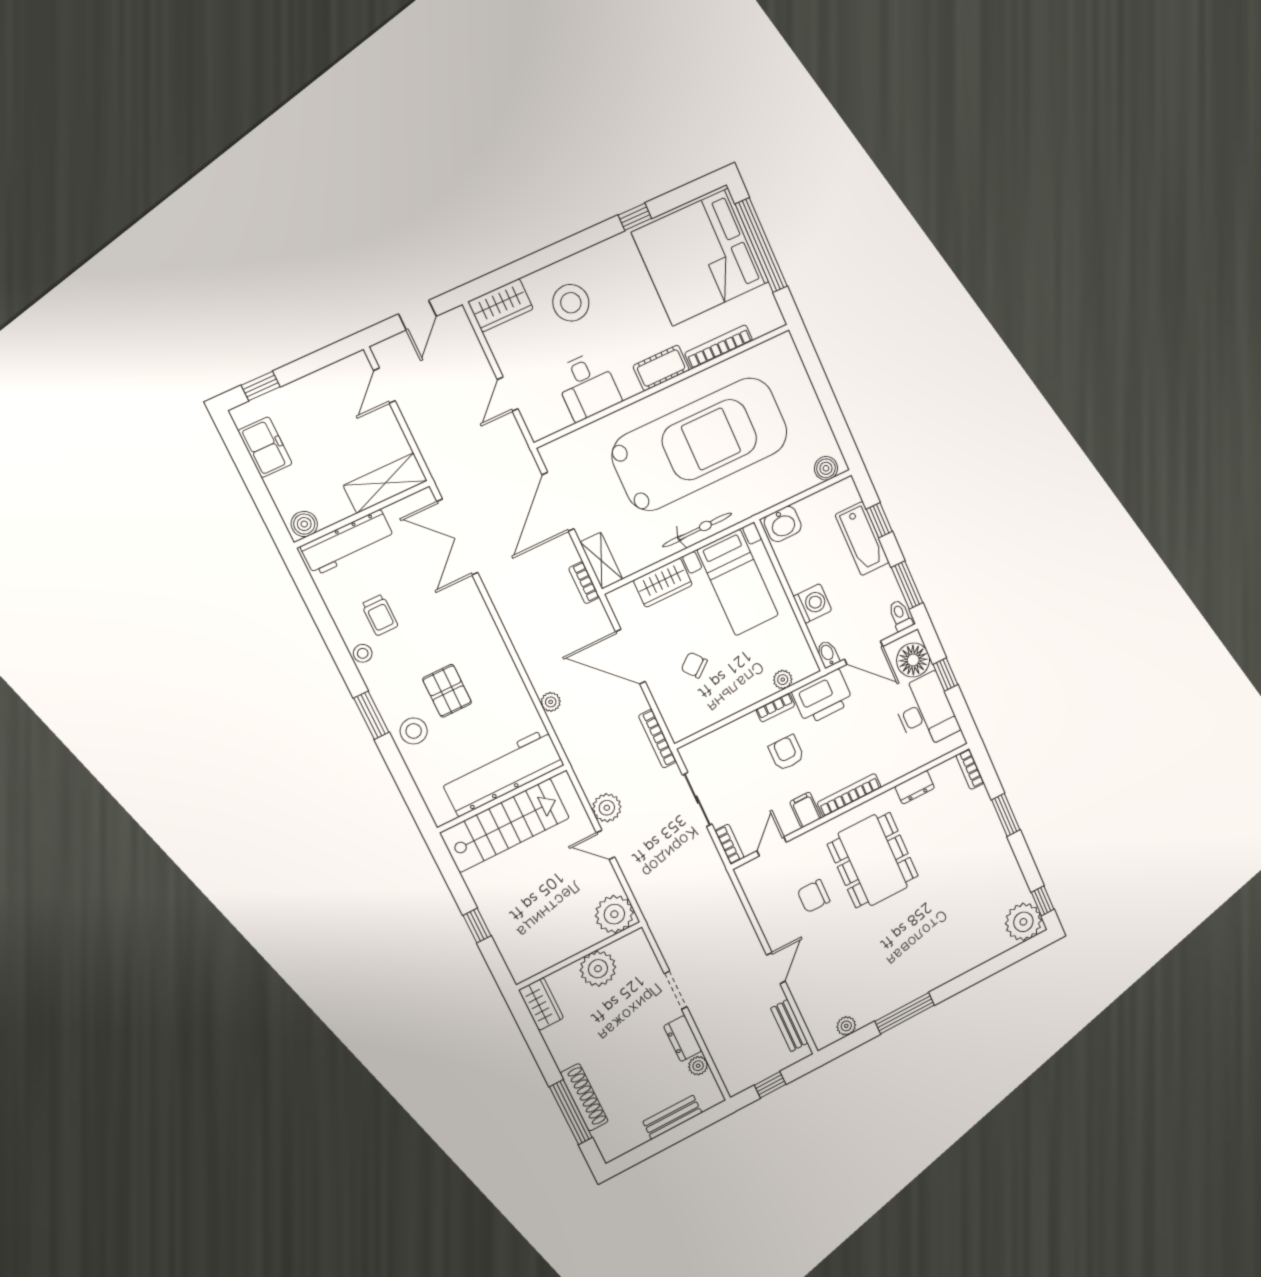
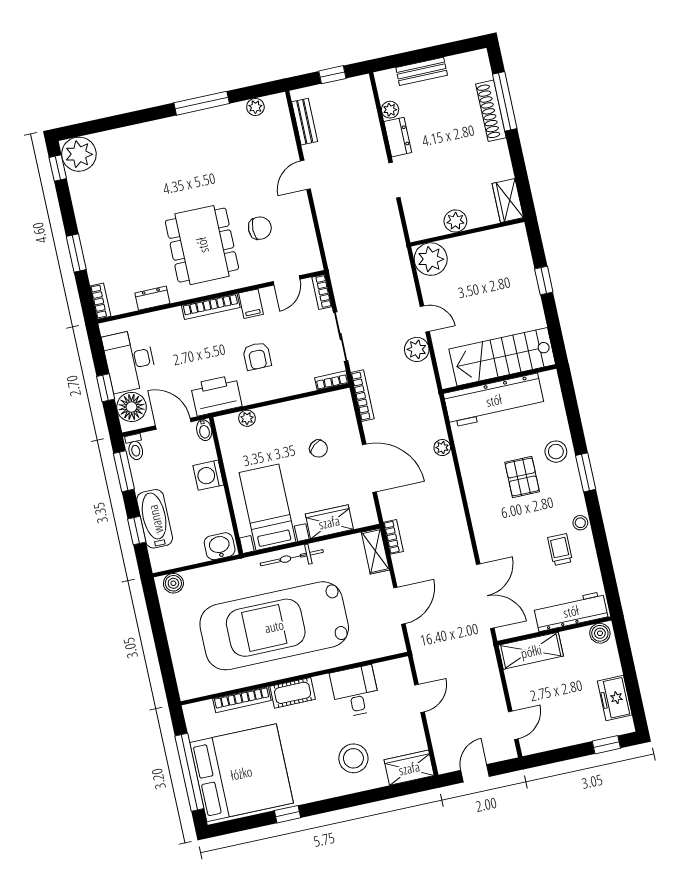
door: (558, 502) -> (399, 606), width x0.73
bookcase: (775, 708) -> (332, 380), moved
plant: (598, 969) -> (455, 221), width x0.73, depth x0.73

